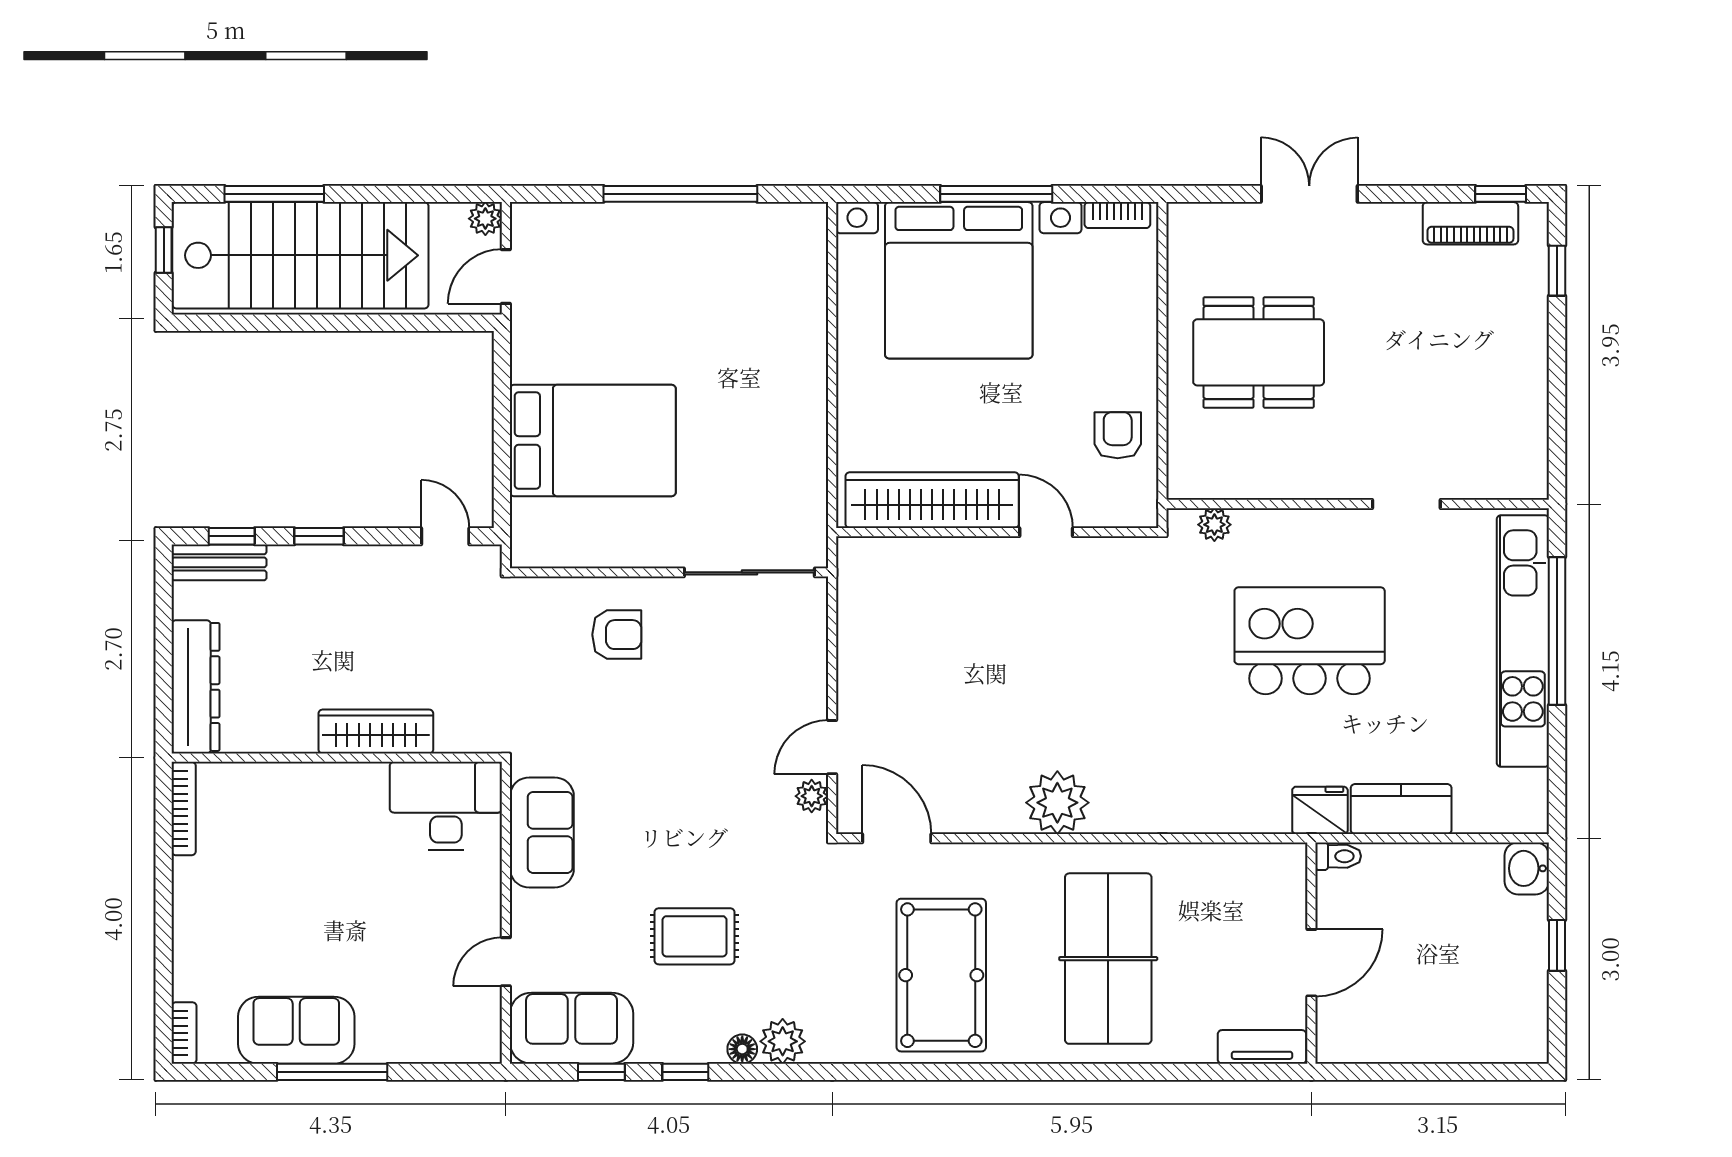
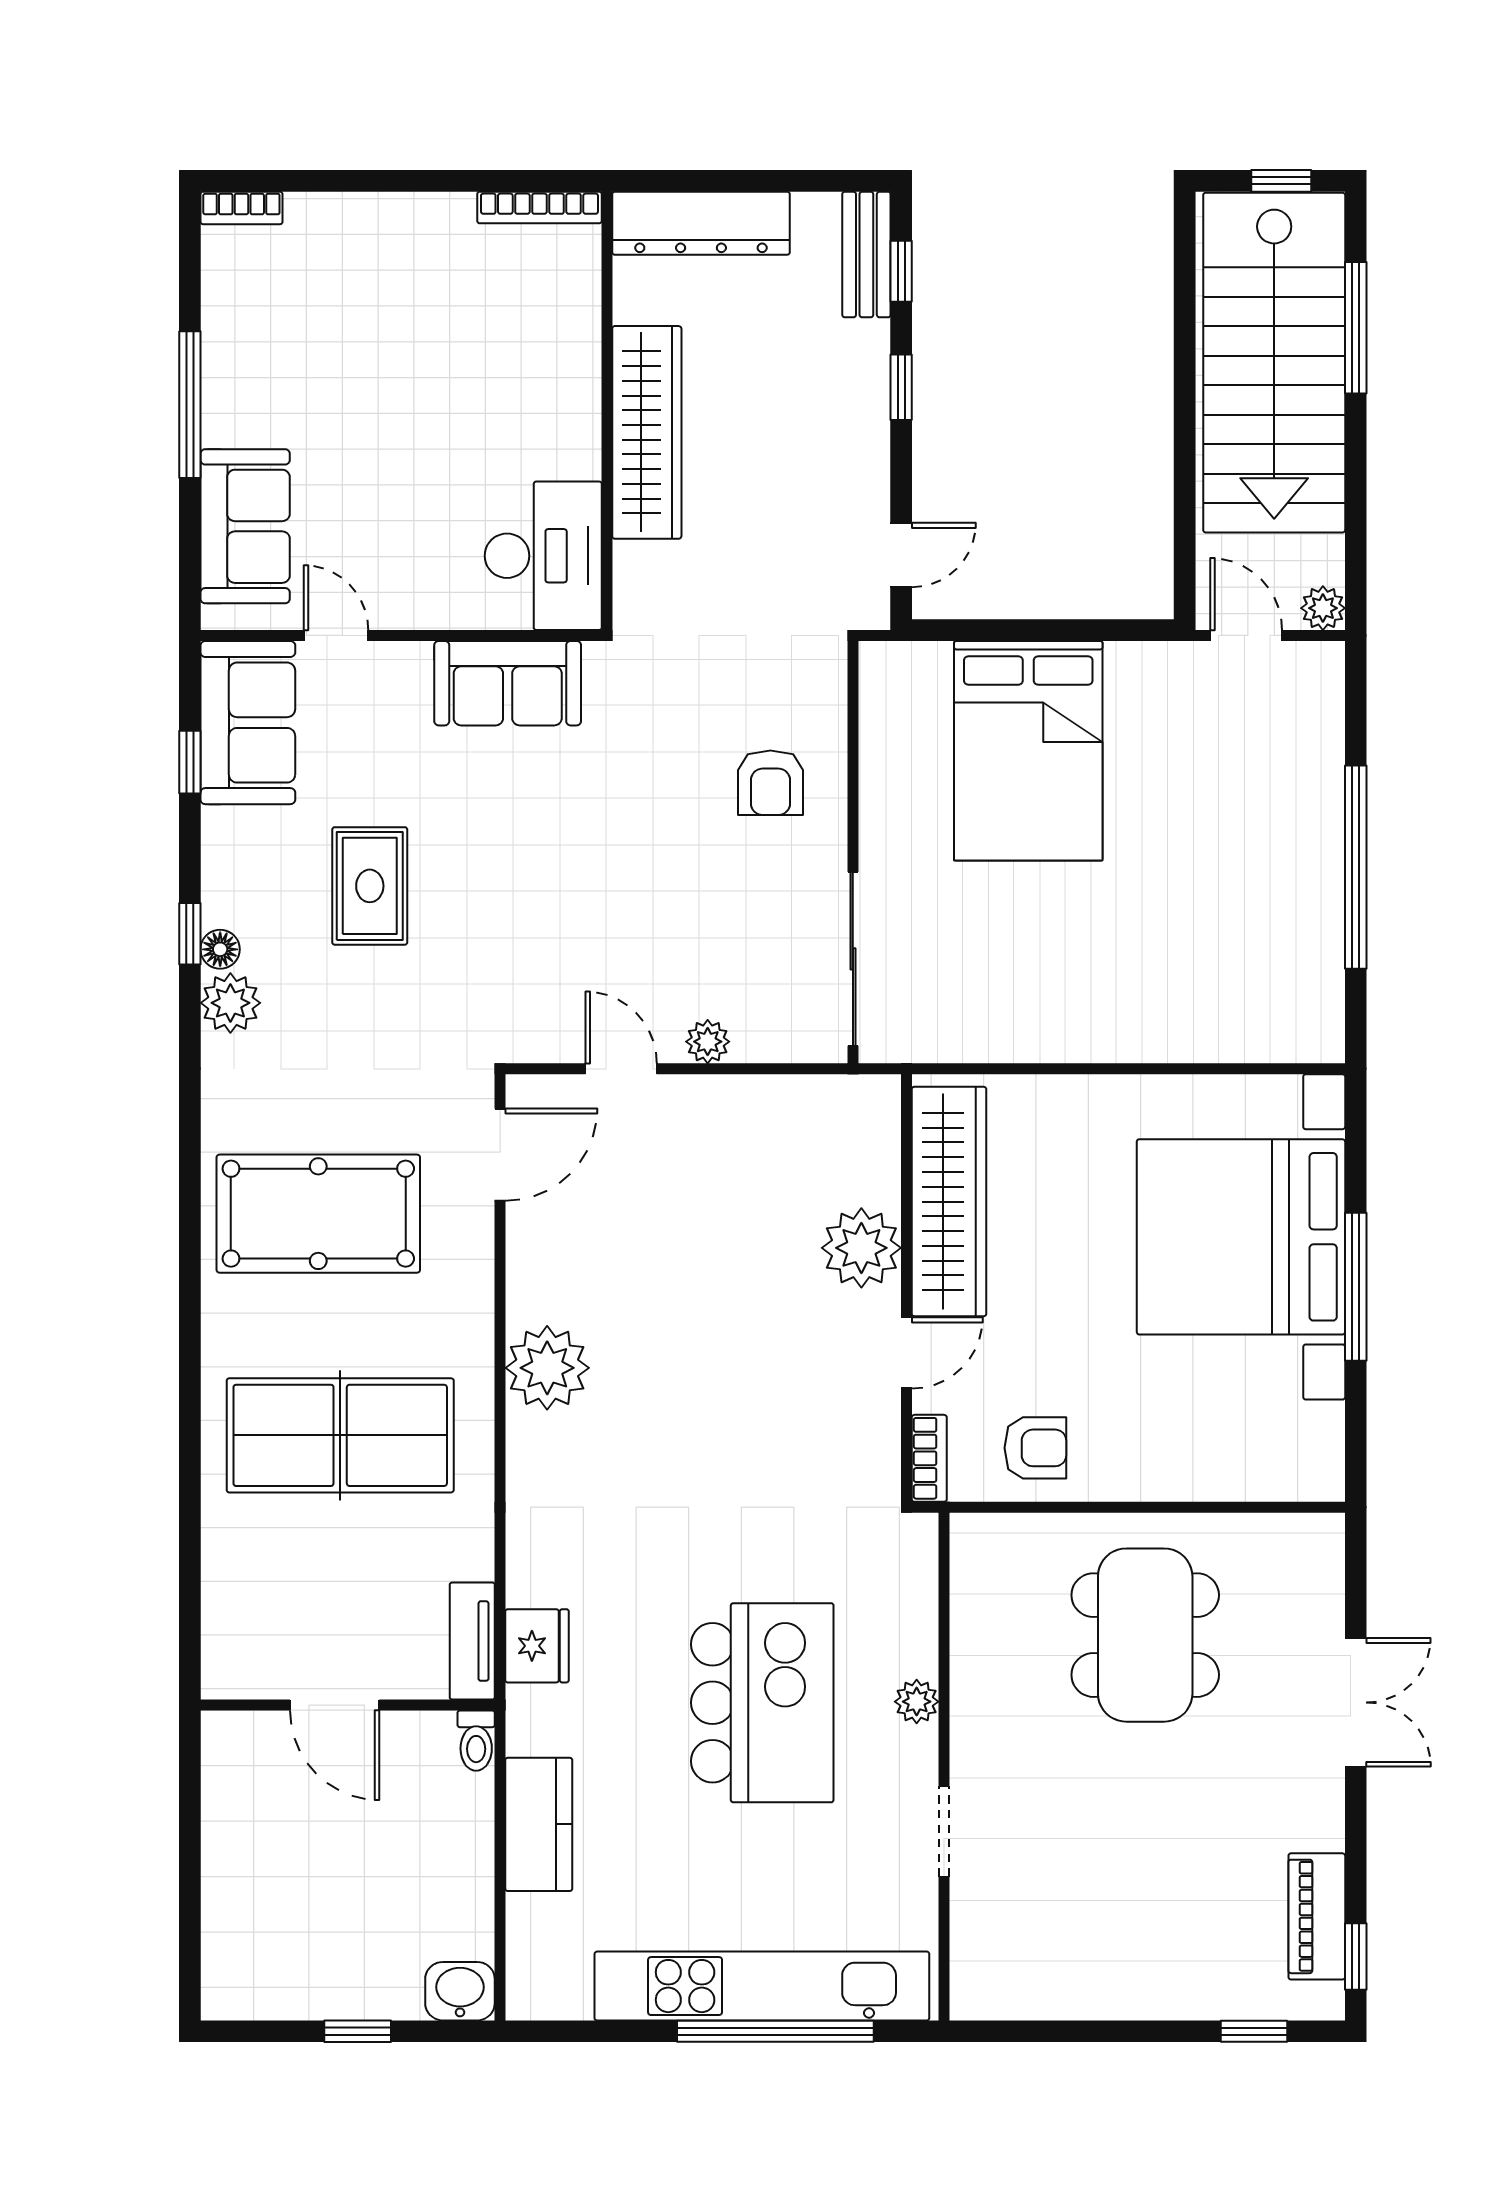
bookcase: (1117, 215) -> (929, 1458), moved, turned 180
plant: (1214, 525) -> (917, 1702), moved
plant: (967, 566) -> (861, 1248), added
wardrobe: (376, 732) -> (647, 432), width x1.40, depth x1.17
plant: (812, 796) -> (708, 1042), moved
fridge: (1320, 810) -> (537, 1646), moved
sofa: (296, 1030) -> (245, 526), moved
tv unit: (1262, 1047) -> (472, 1641), moved, turned 180
window: (685, 1072) -> (190, 934), moved

